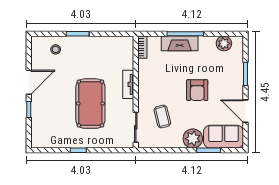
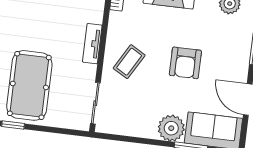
pool table: (90, 104) -> (29, 85), moved
coffee table: (162, 117) -> (129, 62), moved, turned 44

